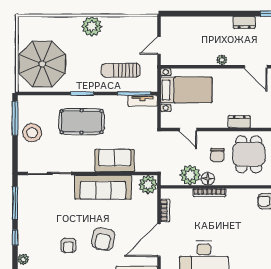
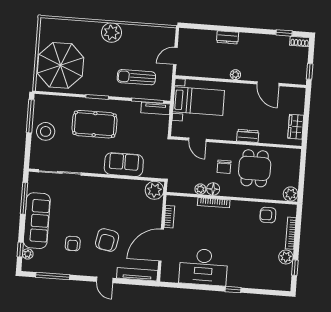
dresser: (244, 22) -> (228, 37), moved
plant: (190, 175) -> (200, 189), width x0.53, depth x0.53
sofa: (103, 187) -> (37, 221), moved, turned -90
window: (15, 238) -> (20, 250), moved

